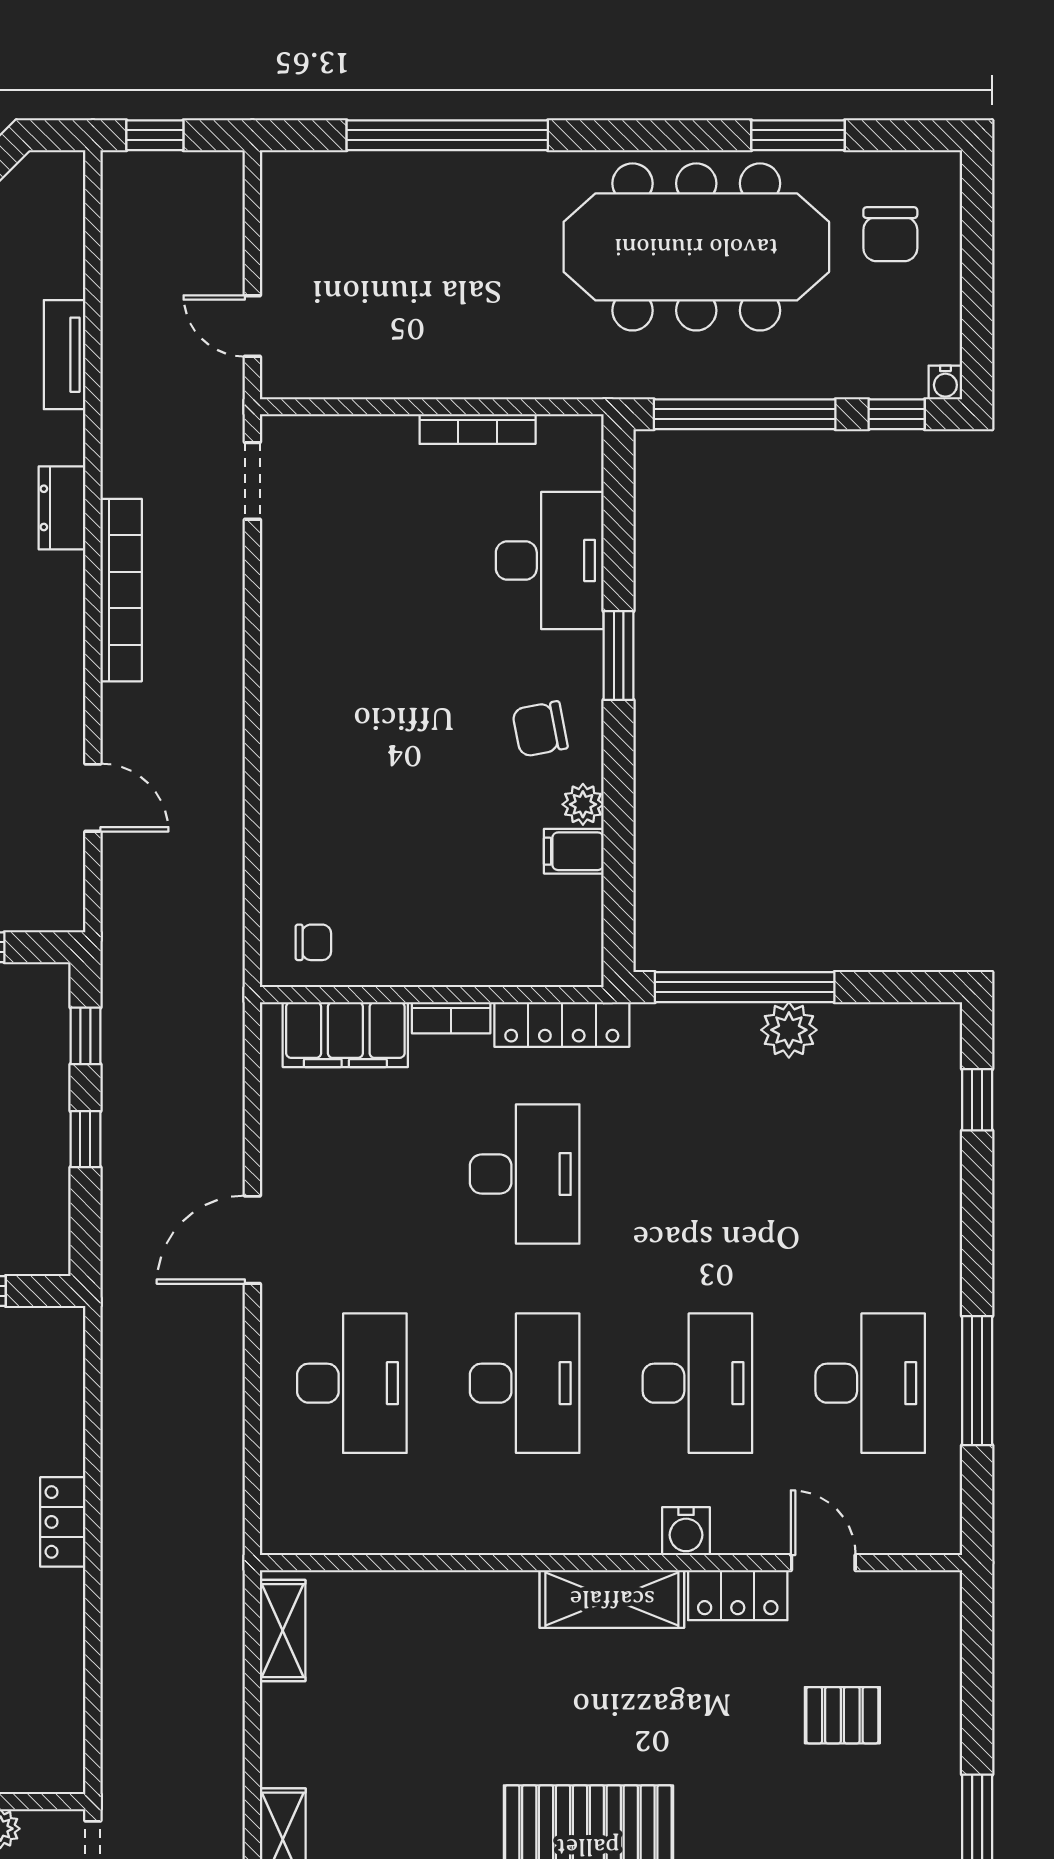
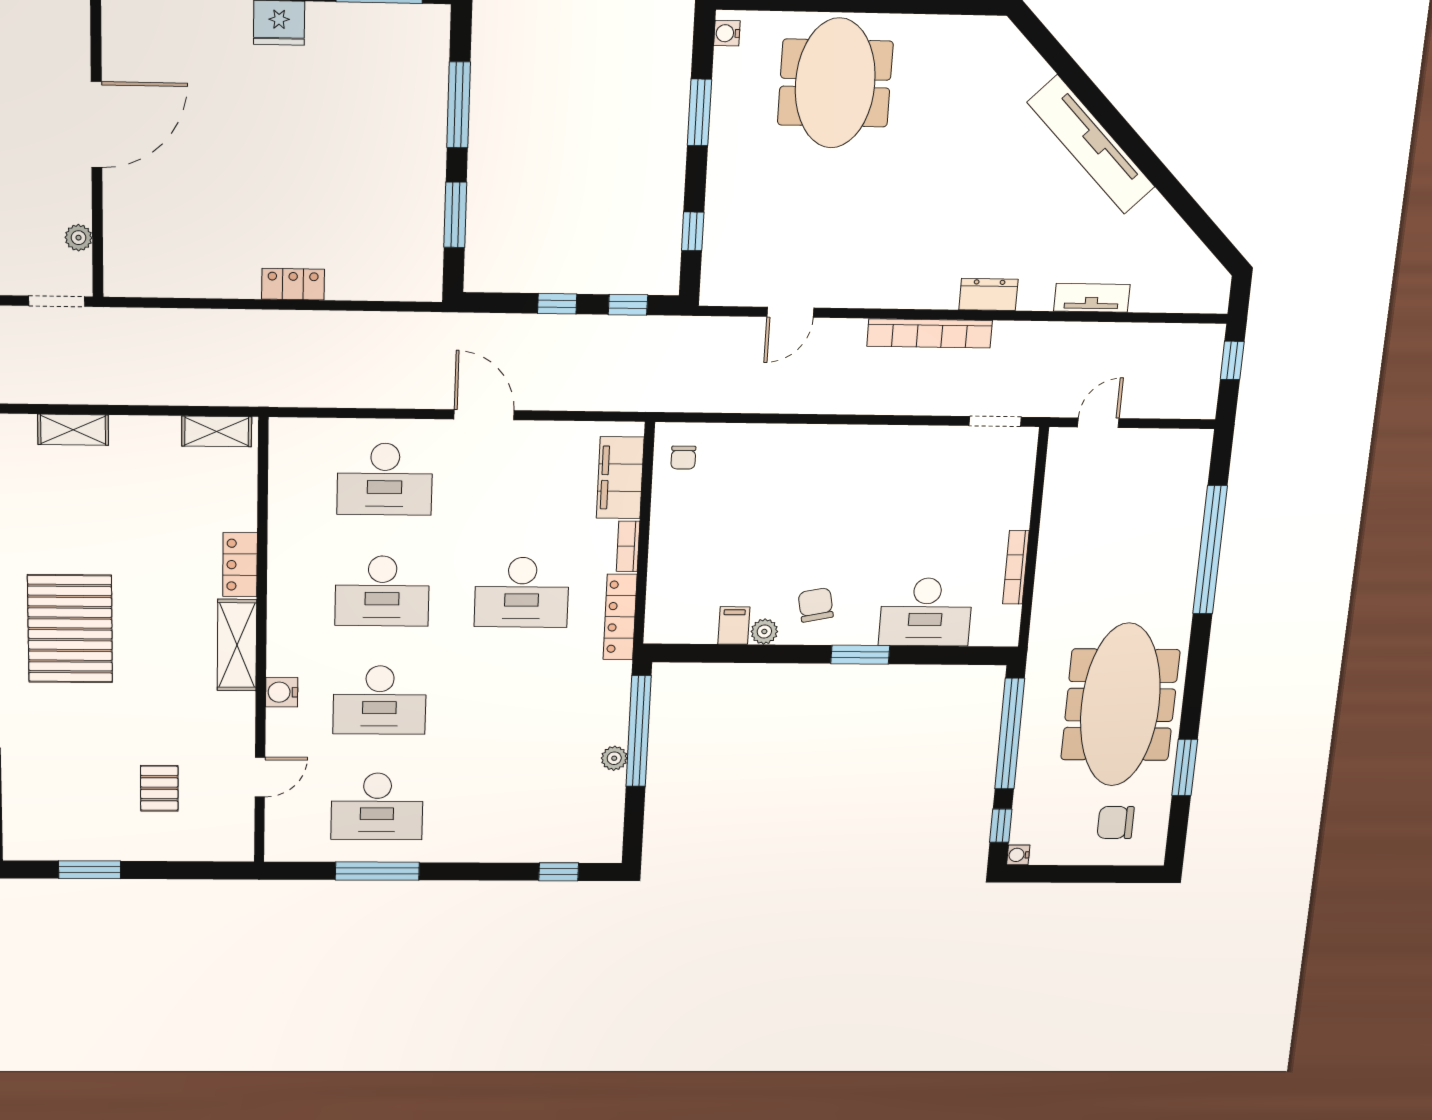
plant: (789, 1030) -> (614, 758), width x0.73, depth x0.73
locker: (738, 1595) -> (240, 565), moved

